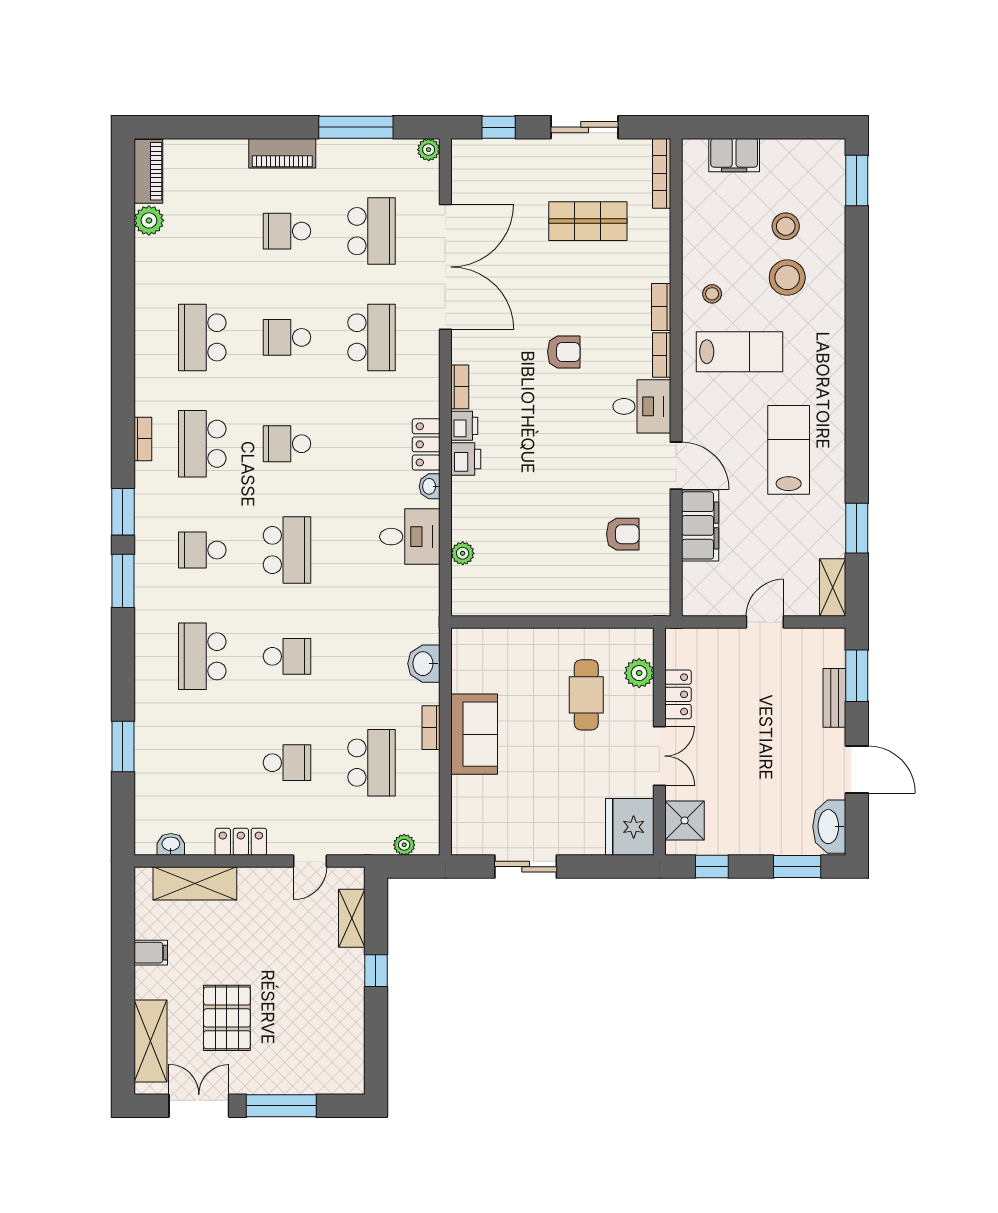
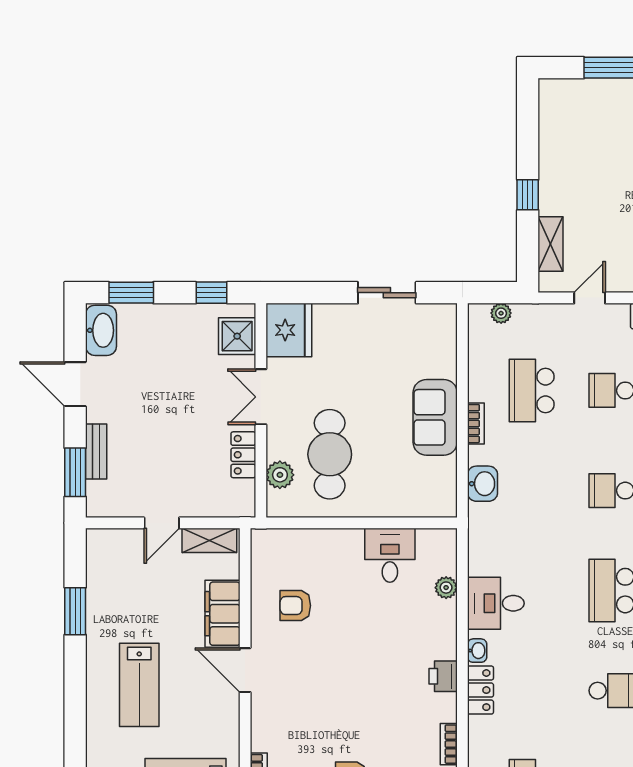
desk: (642, 406) -> (390, 555), moved, turned 90
printer: (464, 426) -> (444, 707), removed
shelving: (833, 587) -> (209, 540), moved, turned 90
cafe table: (586, 695) -> (330, 454), width x1.37, depth x1.35

